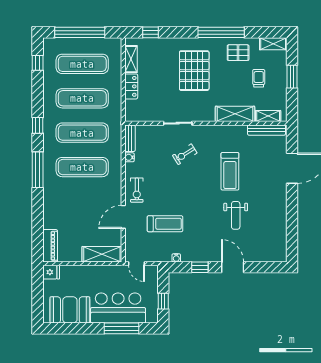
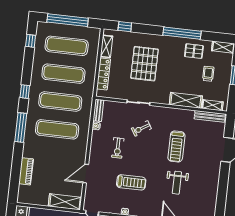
pallet: (194, 71) -> (145, 64), moved
locker: (131, 86) -> (104, 74), width x1.53
exercise bike: (137, 190) -> (118, 148), moved
treadmill: (165, 224) -> (131, 182), moved
piano: (50, 246) -> (26, 171), moved

